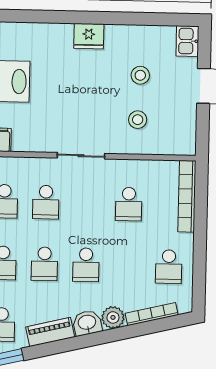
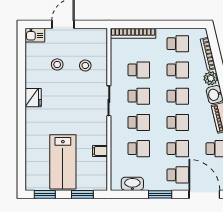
school desk: (87, 203) -> (139, 96), added
school desk: (127, 266) -> (178, 70), added

